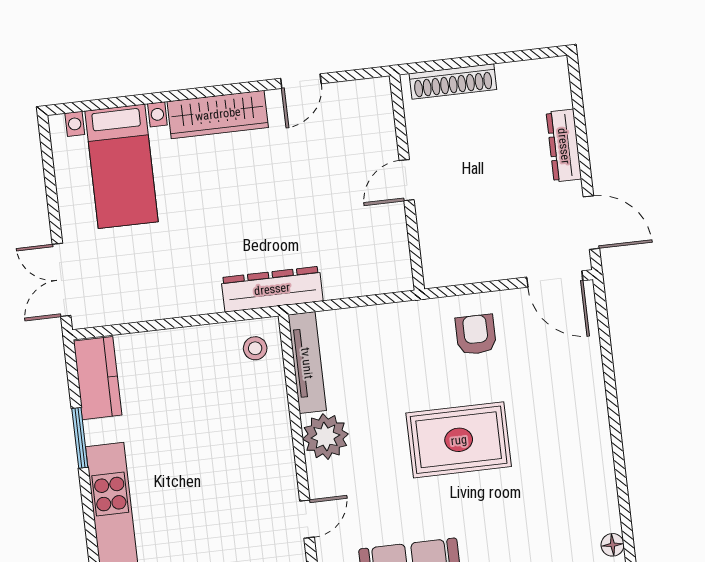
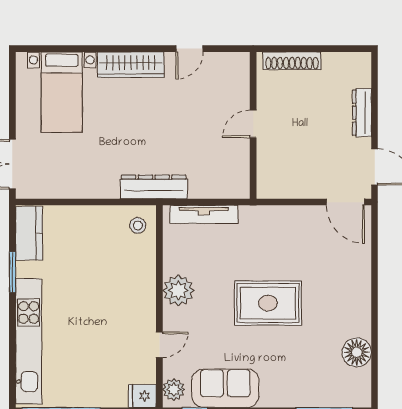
armchair: (476, 335) -> (288, 233), removed
tv unit: (307, 363) -> (204, 214), moved, turned 90
floor lamp: (613, 545) -> (357, 352), moved, width x1.89, depth x1.89

